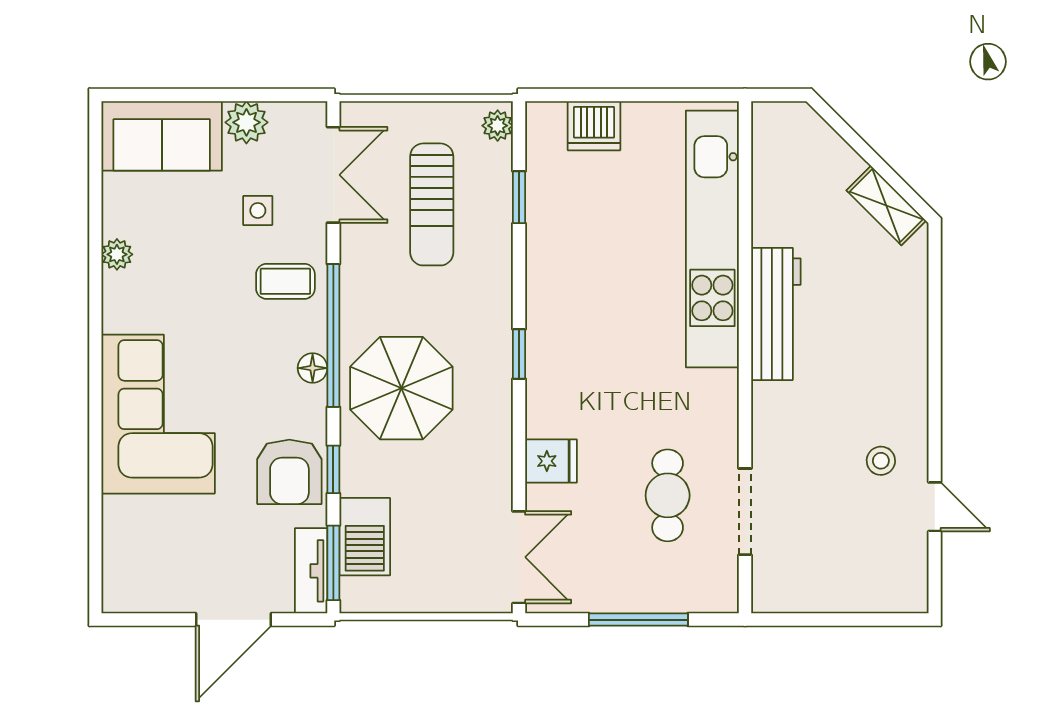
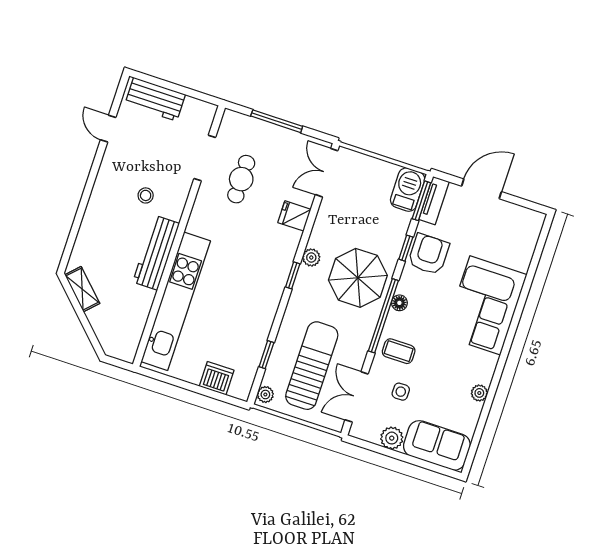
sun lounger: (432, 204) -> (312, 366), width x1.36, depth x1.34
plant: (496, 397) -> (311, 257), added
stool: (881, 461) -> (146, 195), moved
barbecue: (365, 537) -> (408, 190), moved
workbench: (868, 587) -> (155, 99), added

